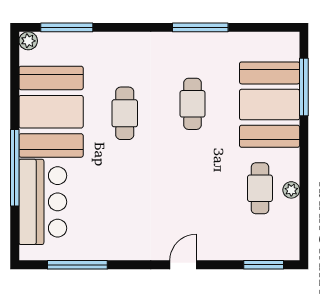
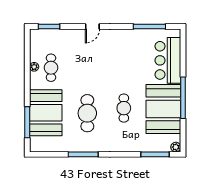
cafe table: (192, 104) -> (87, 113), width x1.37, depth x1.35
window: (15, 168) -> (183, 98), moved

